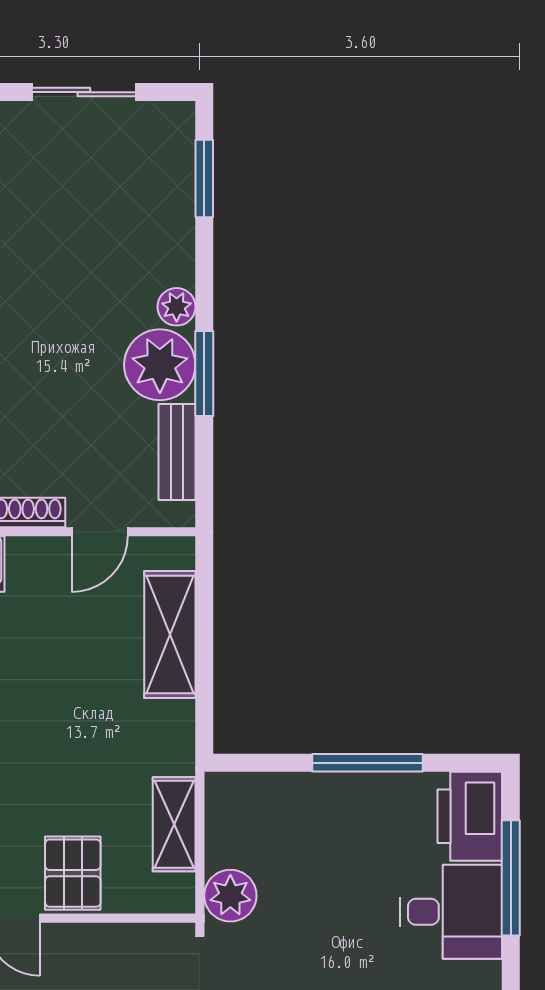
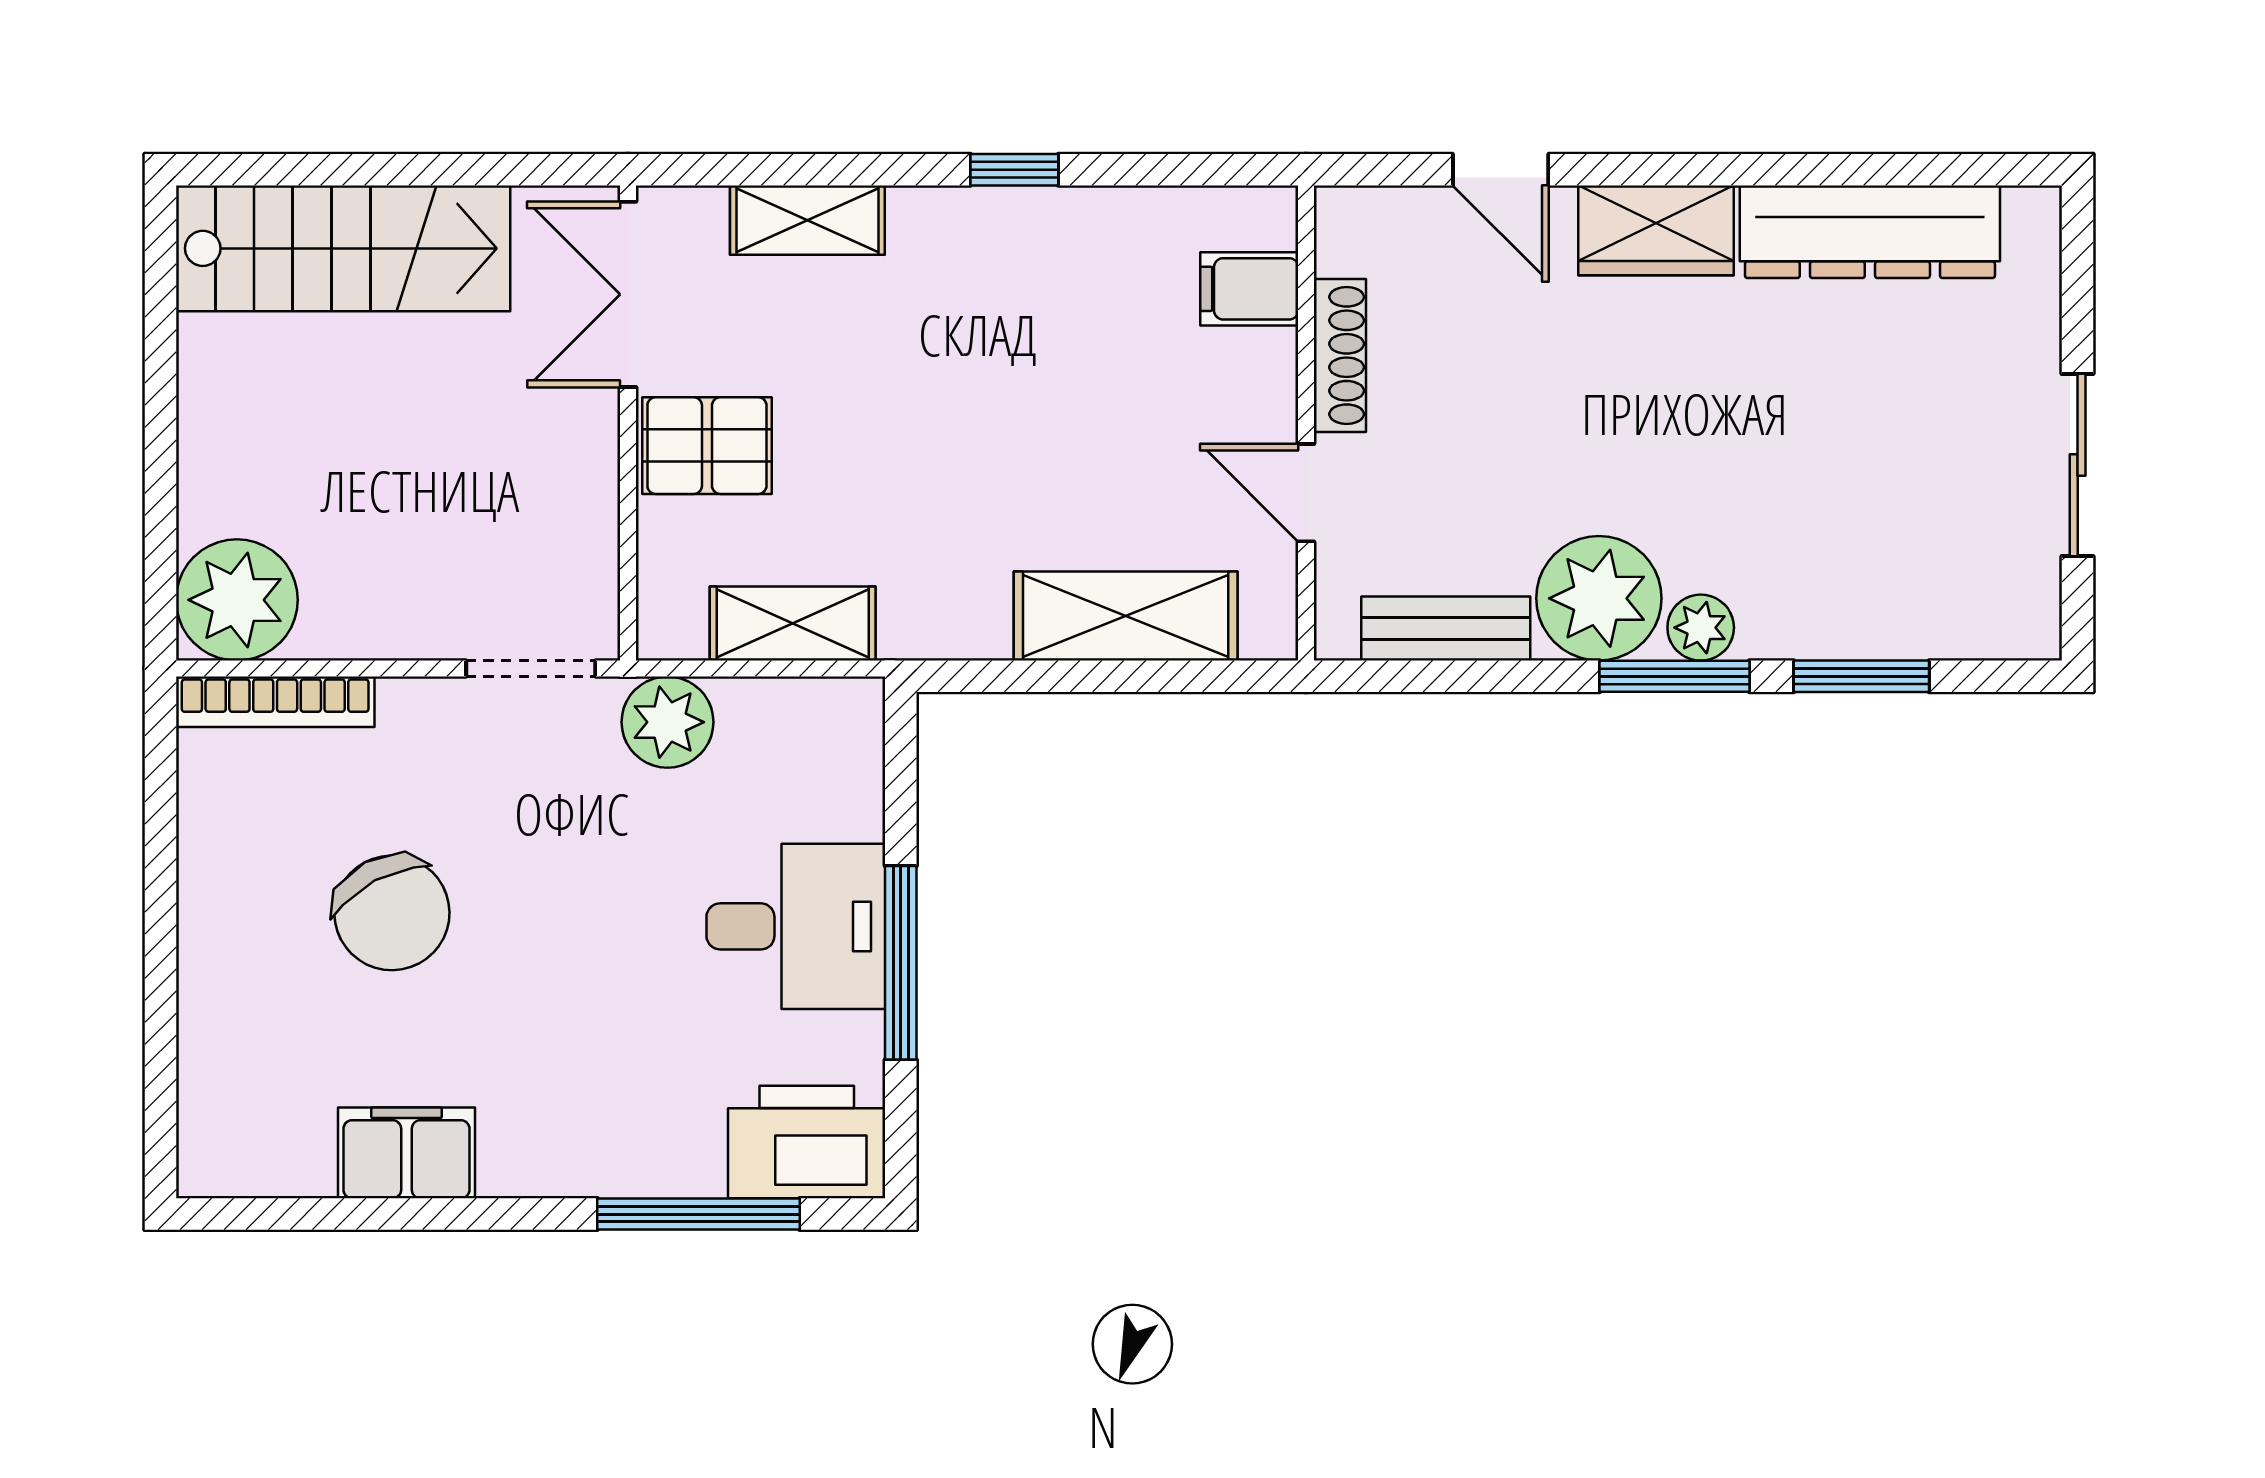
window: (204, 178) -> (1861, 676), moved
window: (204, 373) -> (1674, 676), moved
desk: (451, 912) -> (796, 926), moved, turned -90

